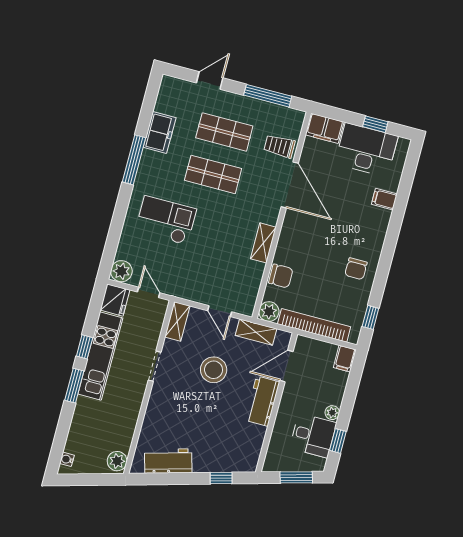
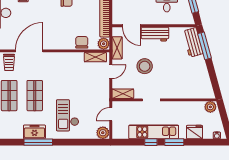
freezer: (160, 133) -> (34, 132), moved
shelving: (263, 243) -> (95, 57), moved
fridge: (115, 300) -> (195, 132), moved
workbench: (168, 461) -> (193, 42), moved
window: (221, 478) -> (204, 46), width x2.17

